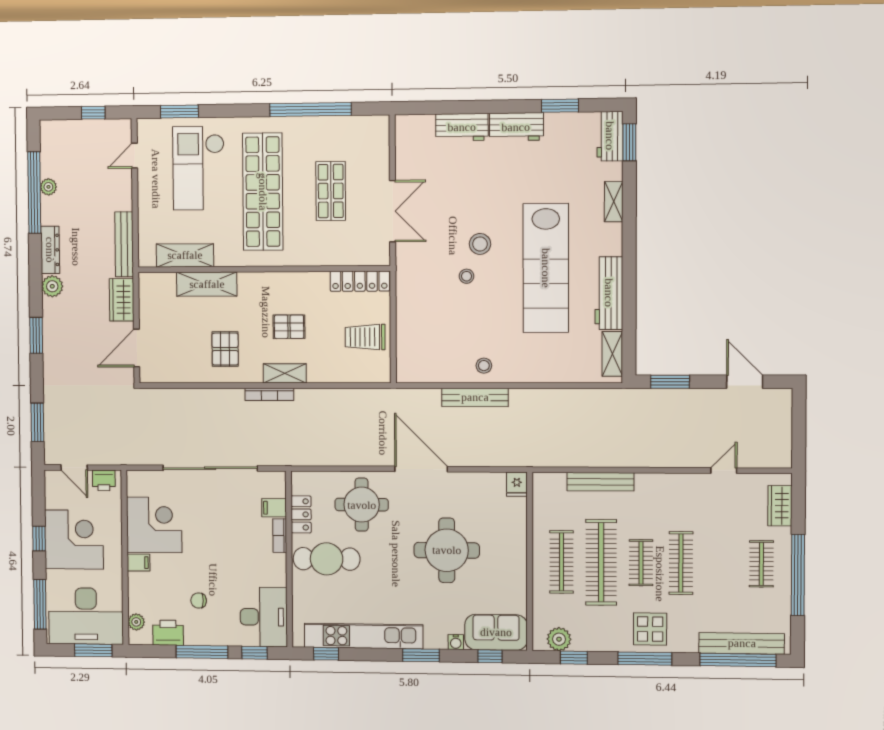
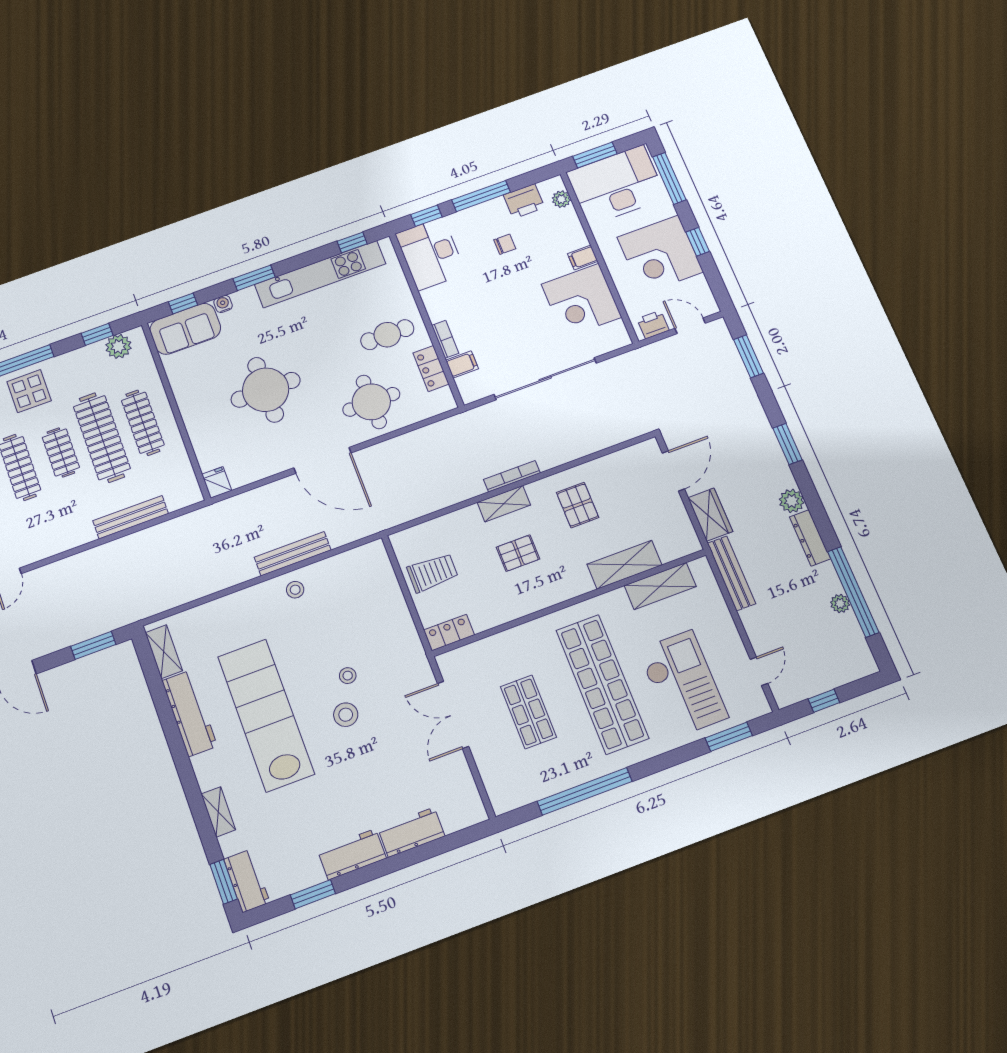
locker: (360, 281) -> (449, 633), width x0.66
cafe table: (327, 559) -> (387, 335), width x0.73, depth x0.74

